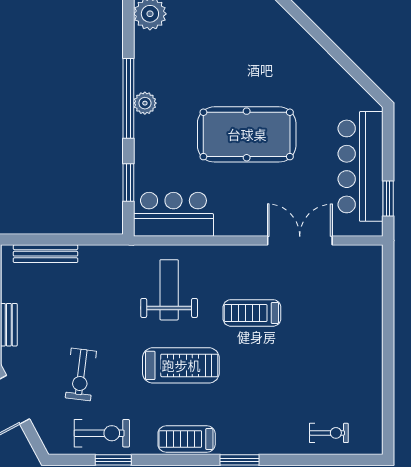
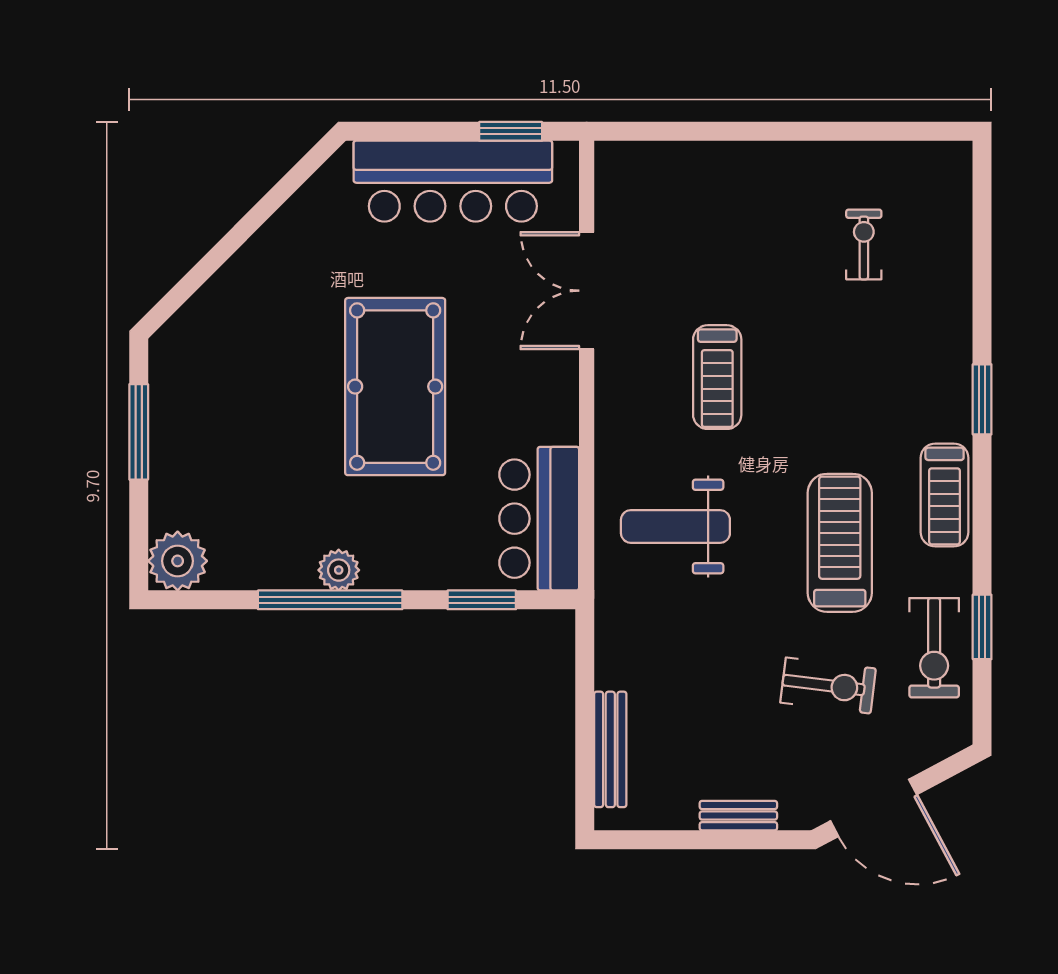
treadmill: (181, 365) -> (840, 543), moved
exercise bike: (102, 433) -> (934, 648), turned 180
exercise bike: (329, 433) -> (864, 244), moved

